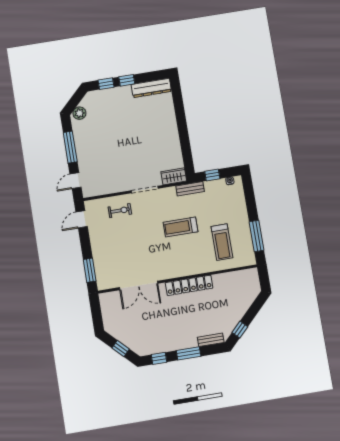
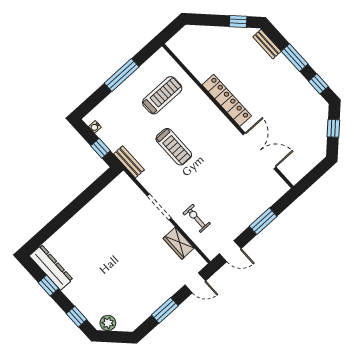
window: (127, 80) -> (48, 285), moved
plant: (79, 113) -> (108, 323), moved
window: (70, 147) -> (165, 310), width x0.69
wardrobe: (174, 176) -> (179, 243), moved
window: (257, 236) -> (122, 75), moved
window: (90, 270) -> (263, 221), moved

